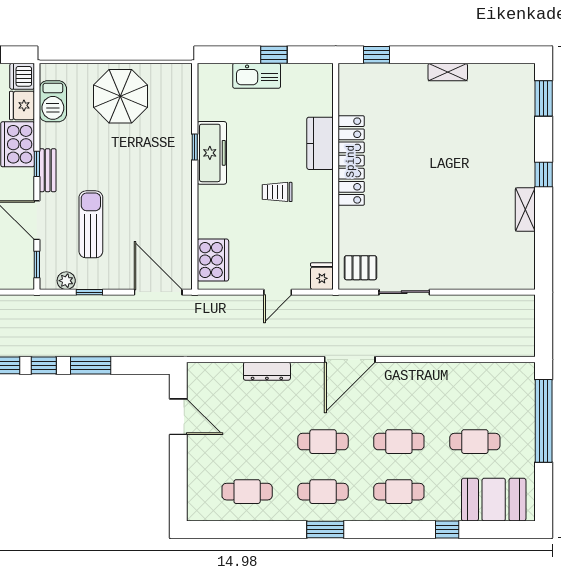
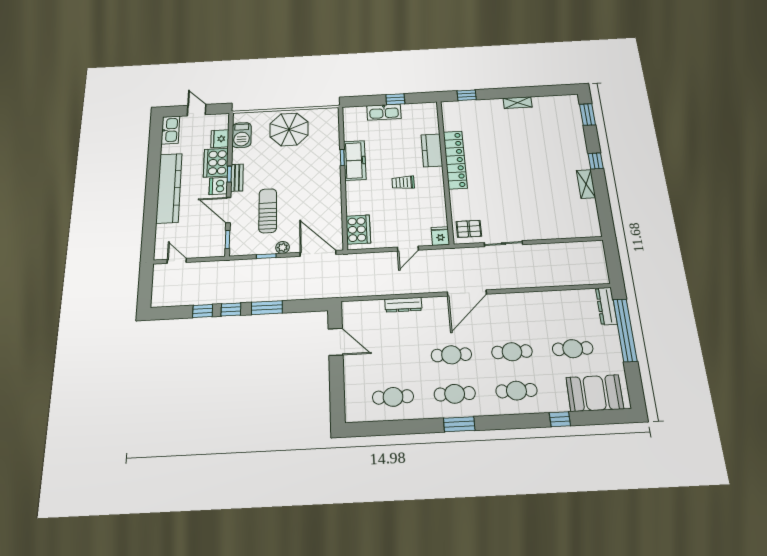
dishwasher: (22, 76) -> (218, 186), moved
plant: (66, 281) -> (283, 247), moved
dresser: (525, 387) -> (606, 306), added

